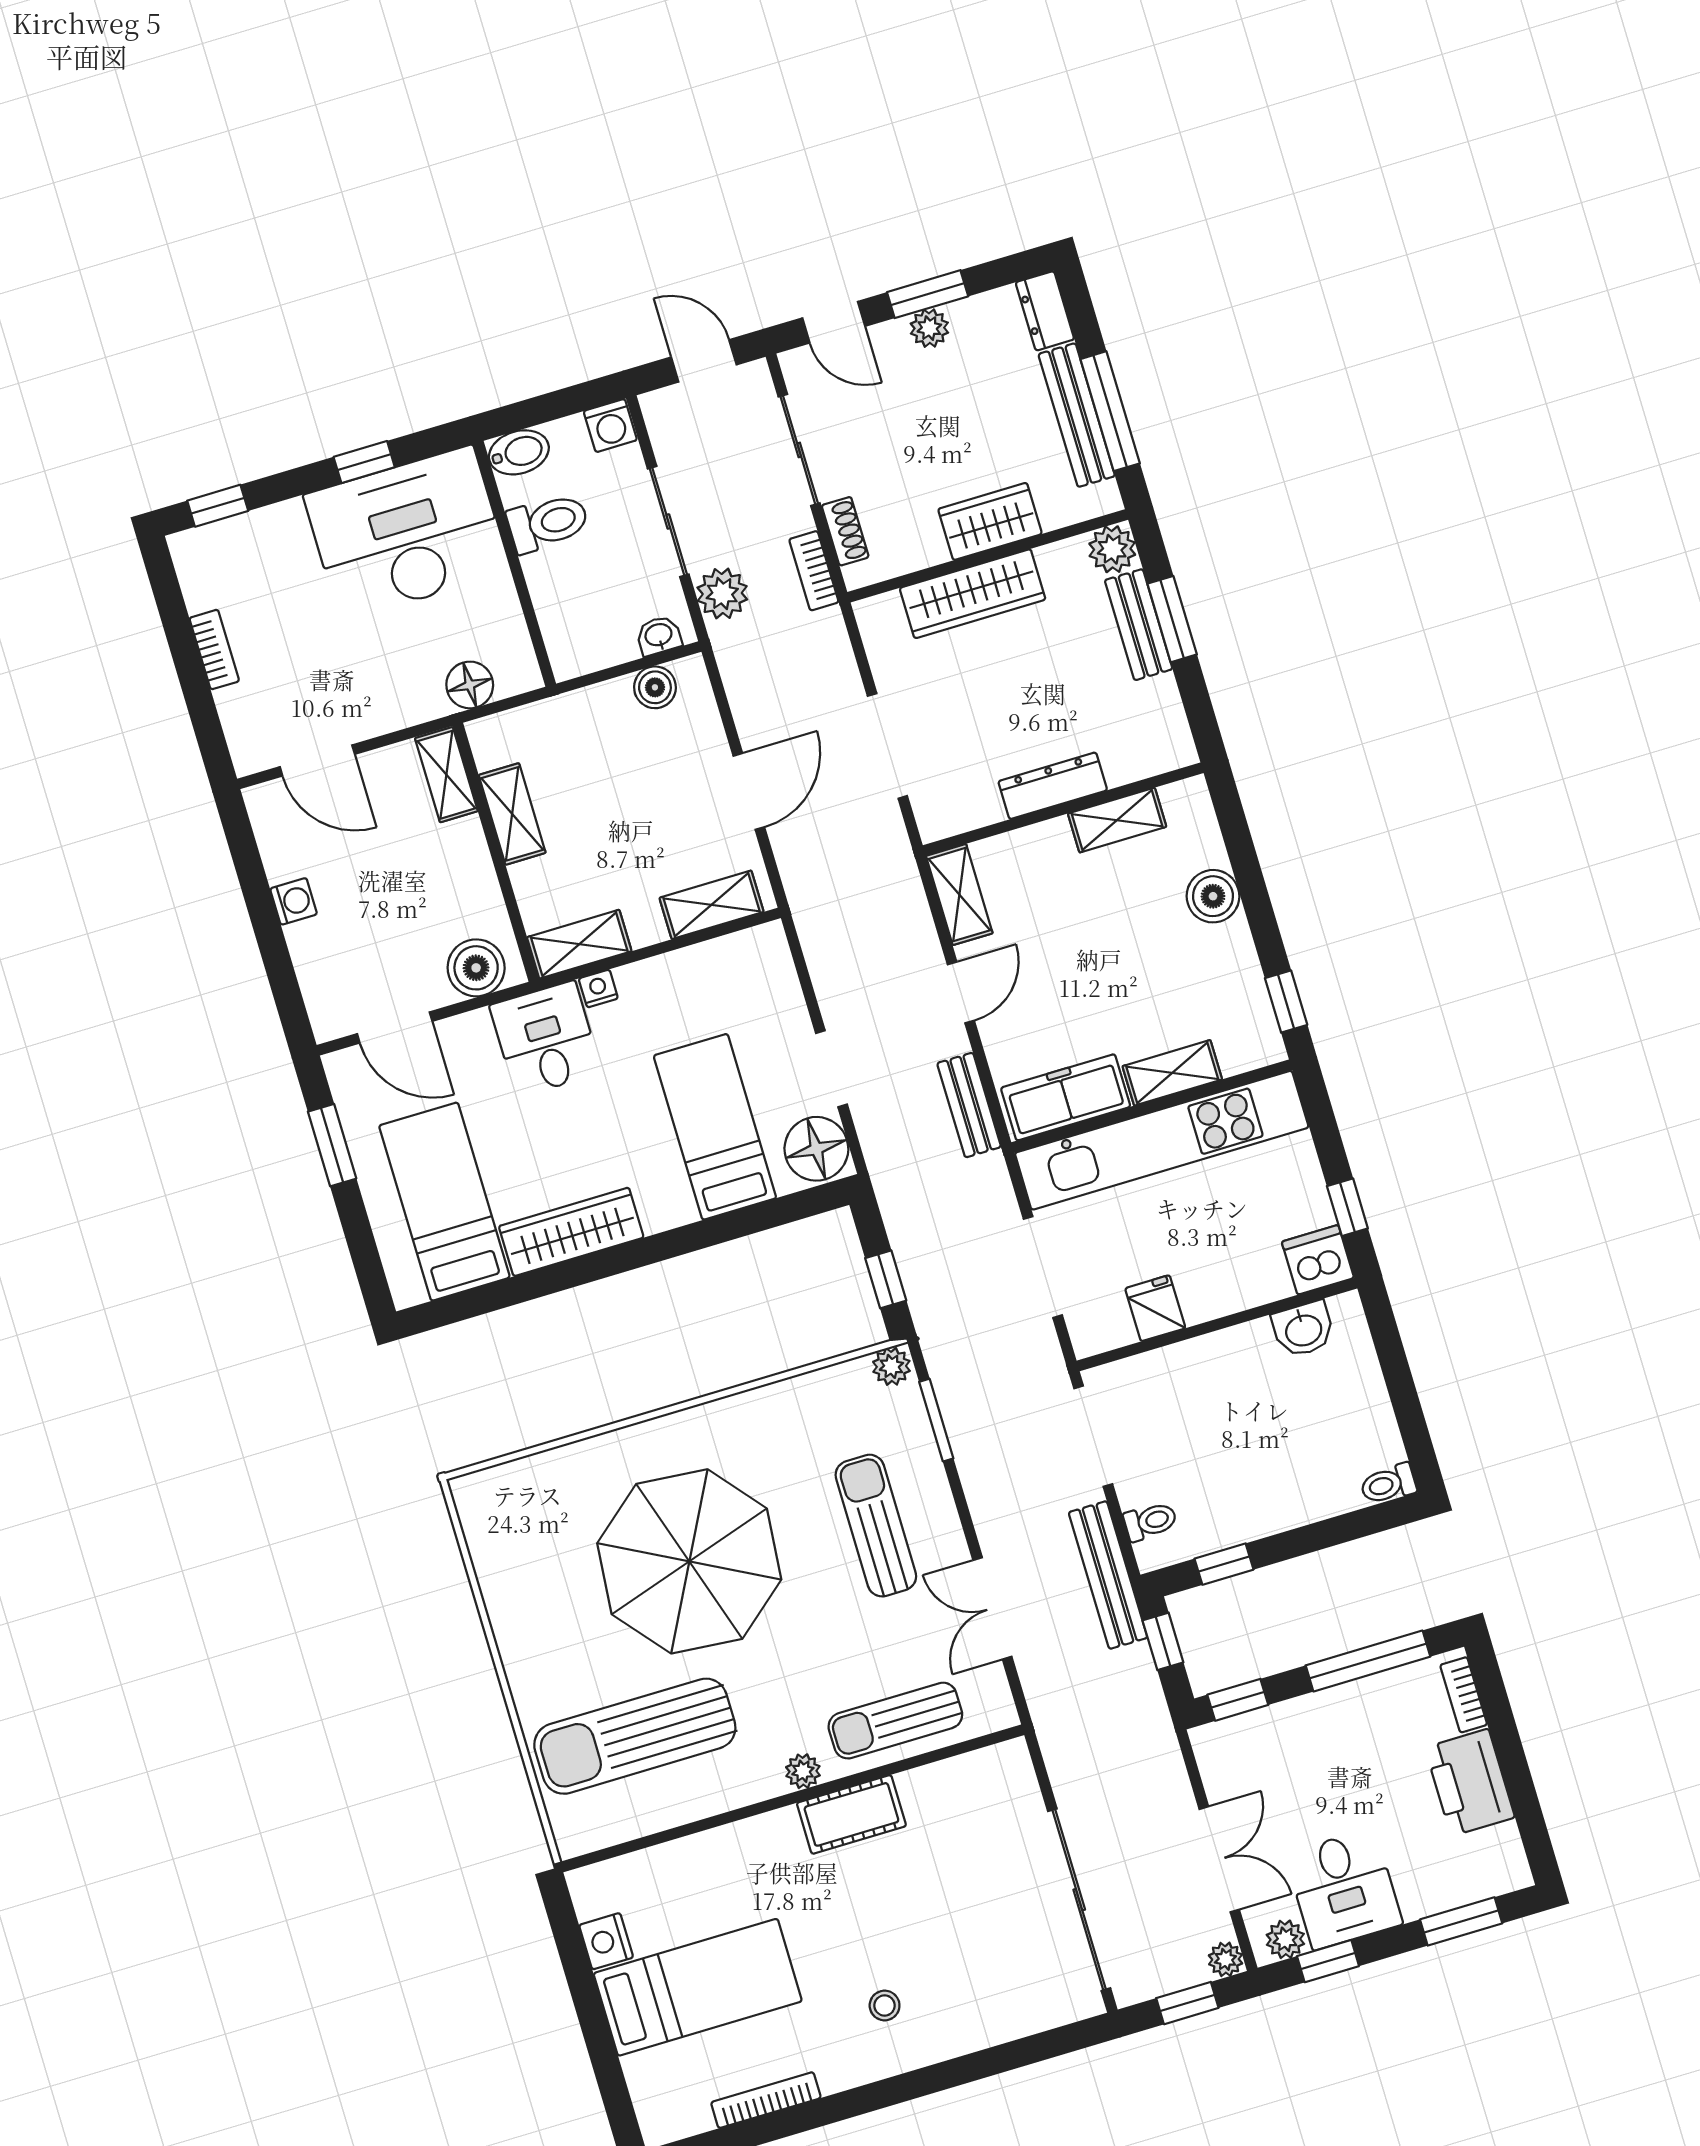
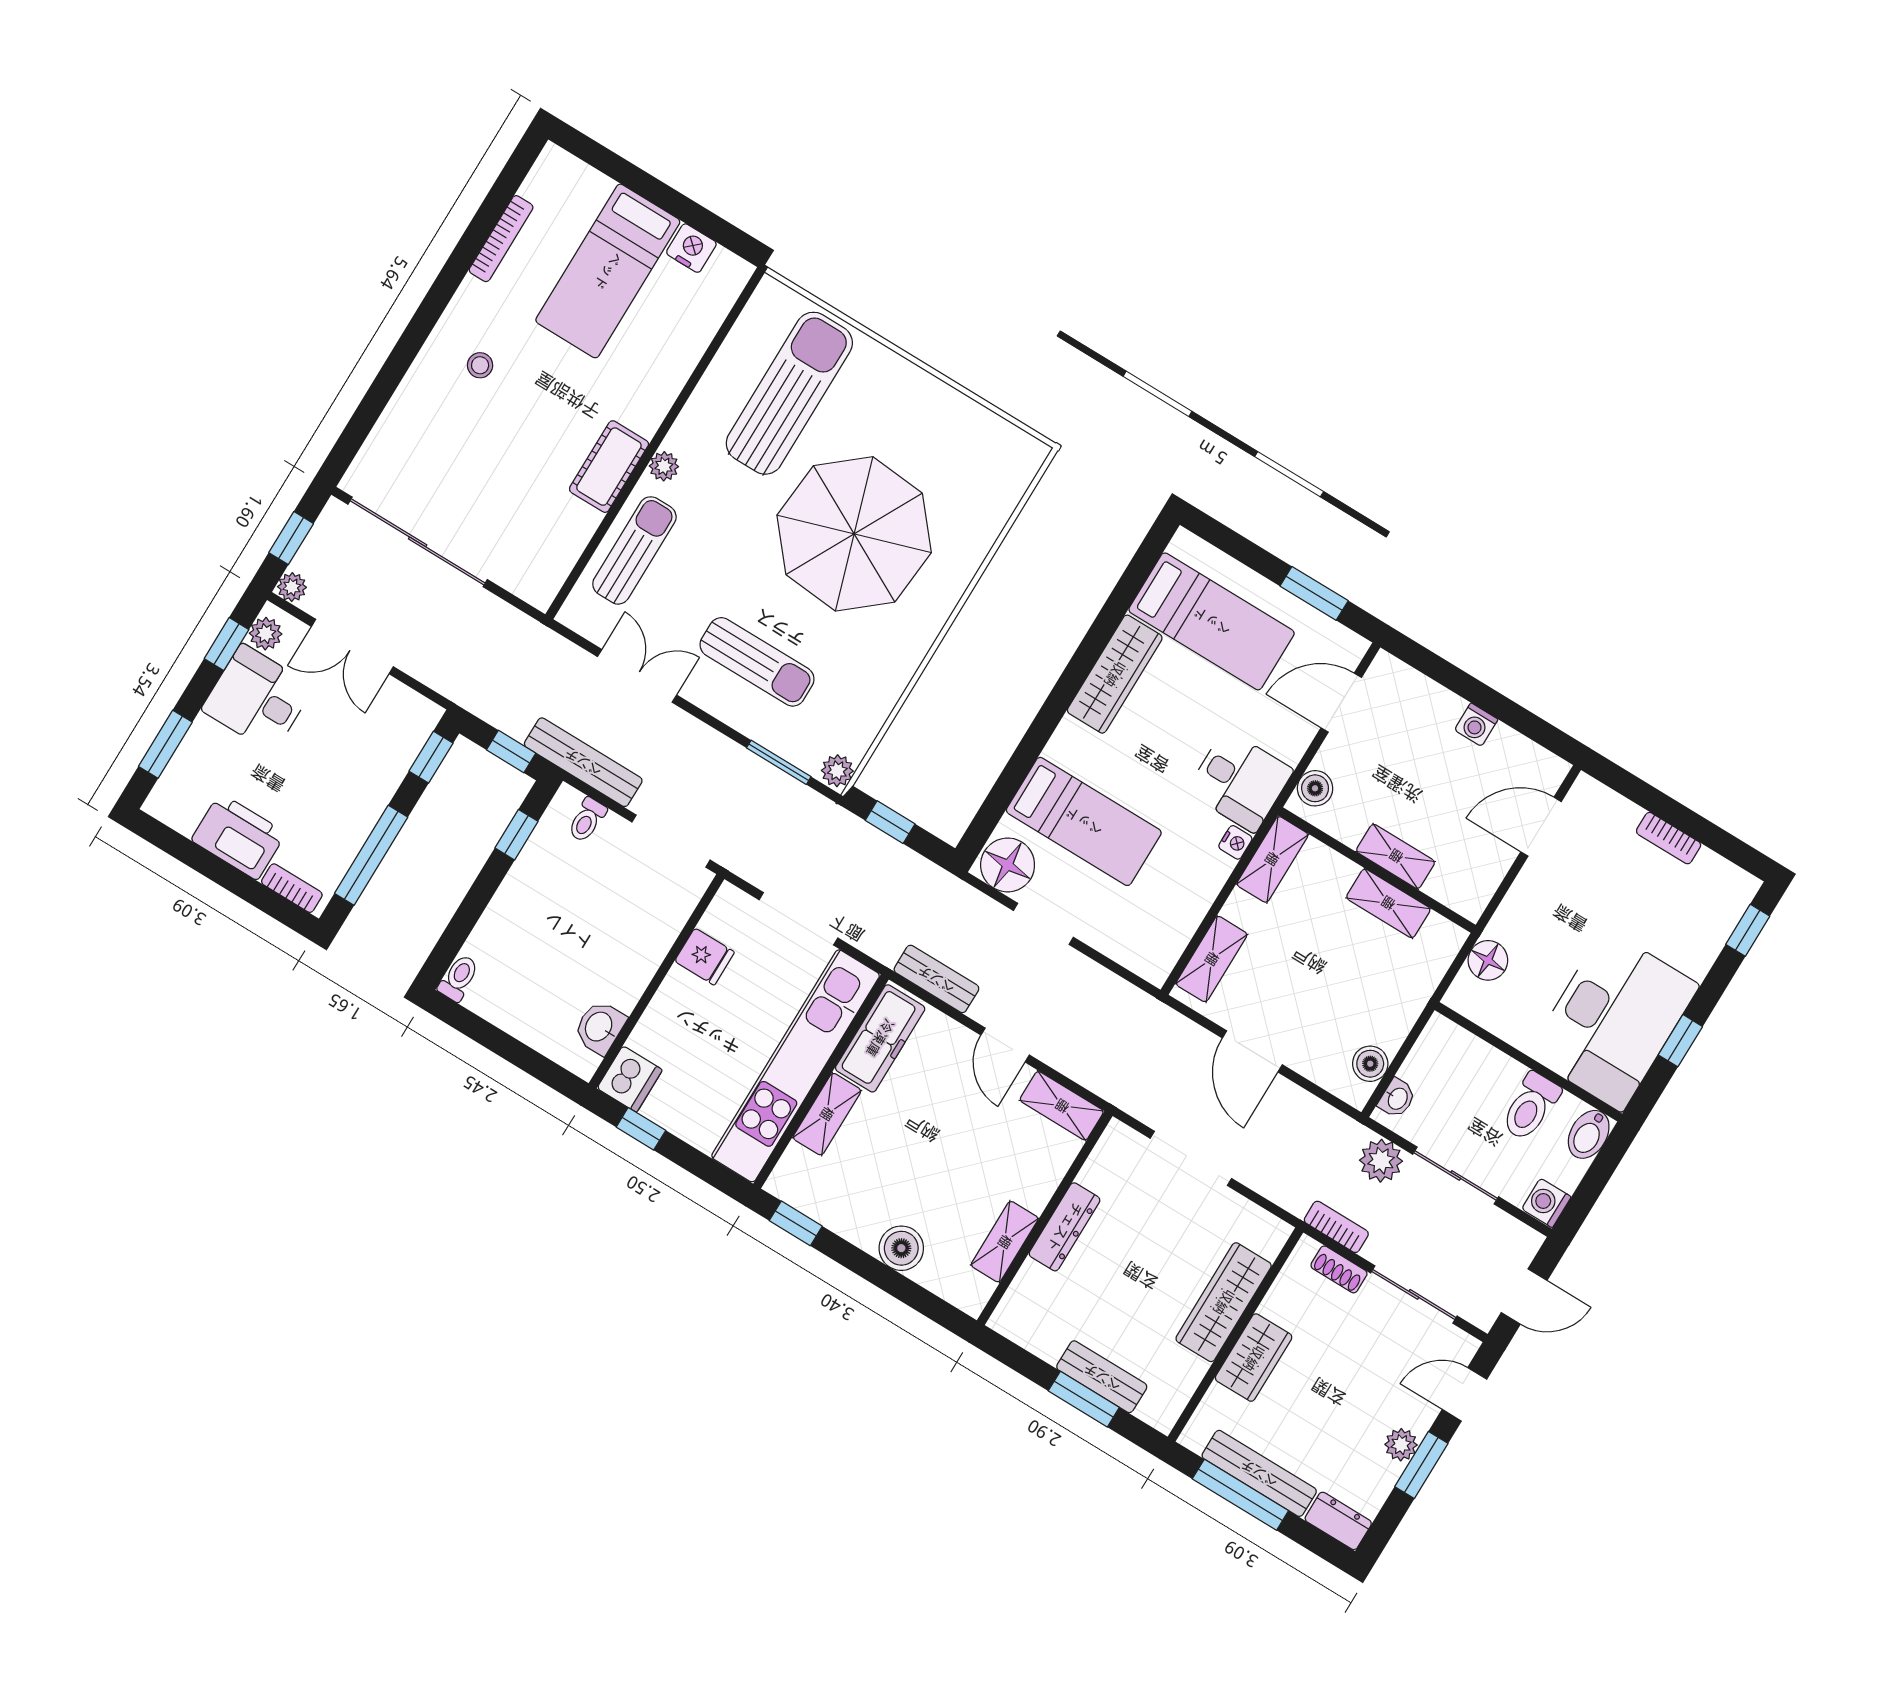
plant: (1112, 549) -> (1161, 1409), removed
shelving: (446, 775) -> (1396, 856), moved
boiler: (476, 968) -> (1315, 788), width x0.73, depth x0.73

